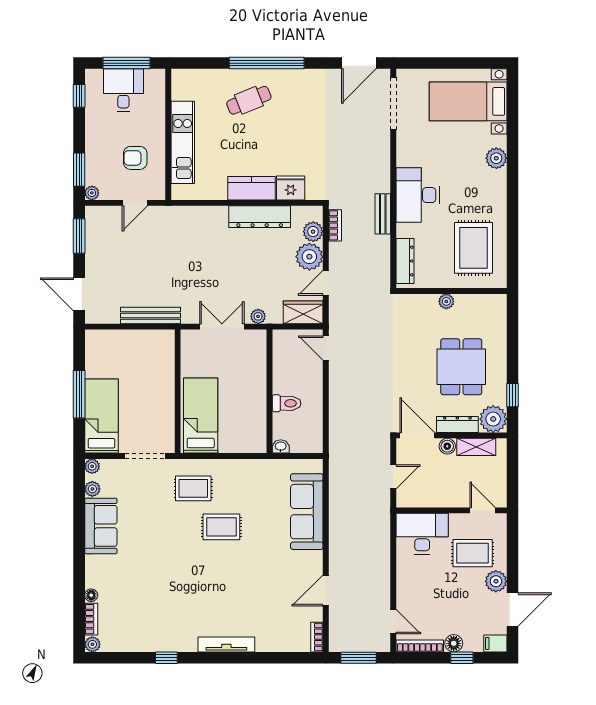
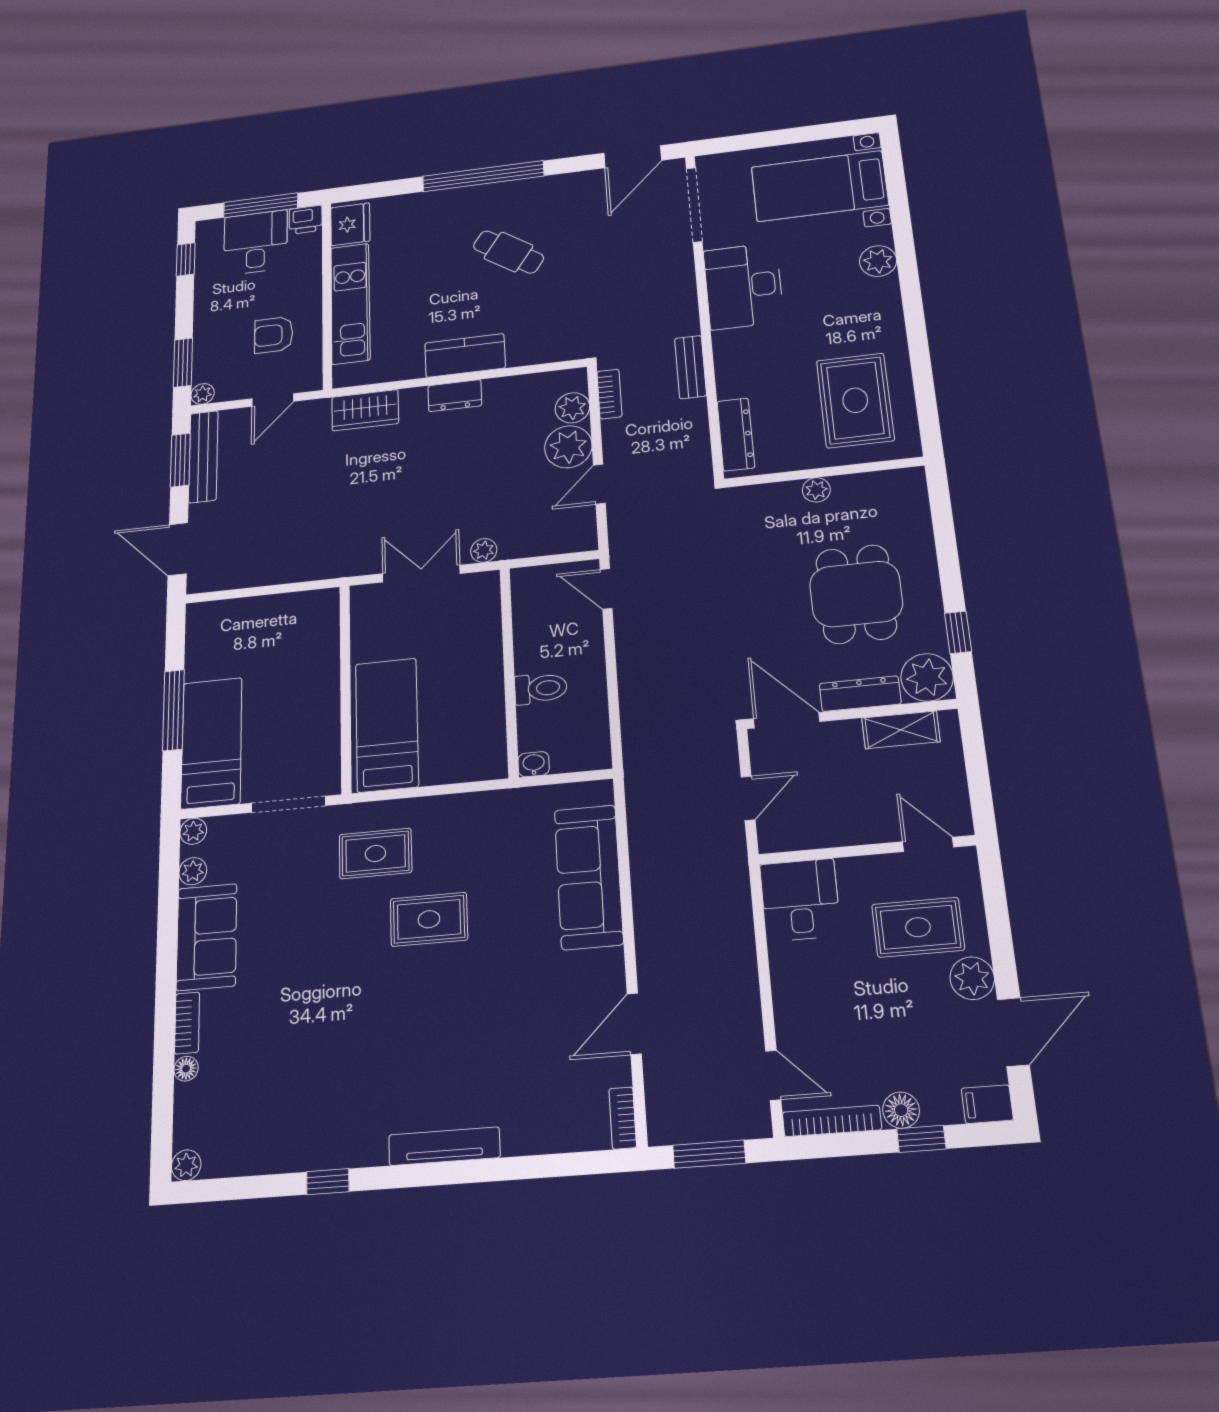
printer: (155, 78) -> (306, 220), added
cafe table: (249, 100) -> (508, 252), moved, turned 56
fridge: (291, 188) -> (350, 224), moved, turned 90
desk: (418, 195) -> (744, 286), moved
dresser: (260, 217) -> (455, 396), width x0.51, depth x0.80
wardrobe: (303, 312) -> (365, 410), moved, turned 180
bench: (151, 315) -> (203, 457), moved, turned 90
boiler: (447, 446) -> (845, 734), removed
desk: (422, 534) -> (800, 900), width x0.73
bookcase: (91, 619) -> (187, 1023), moved

